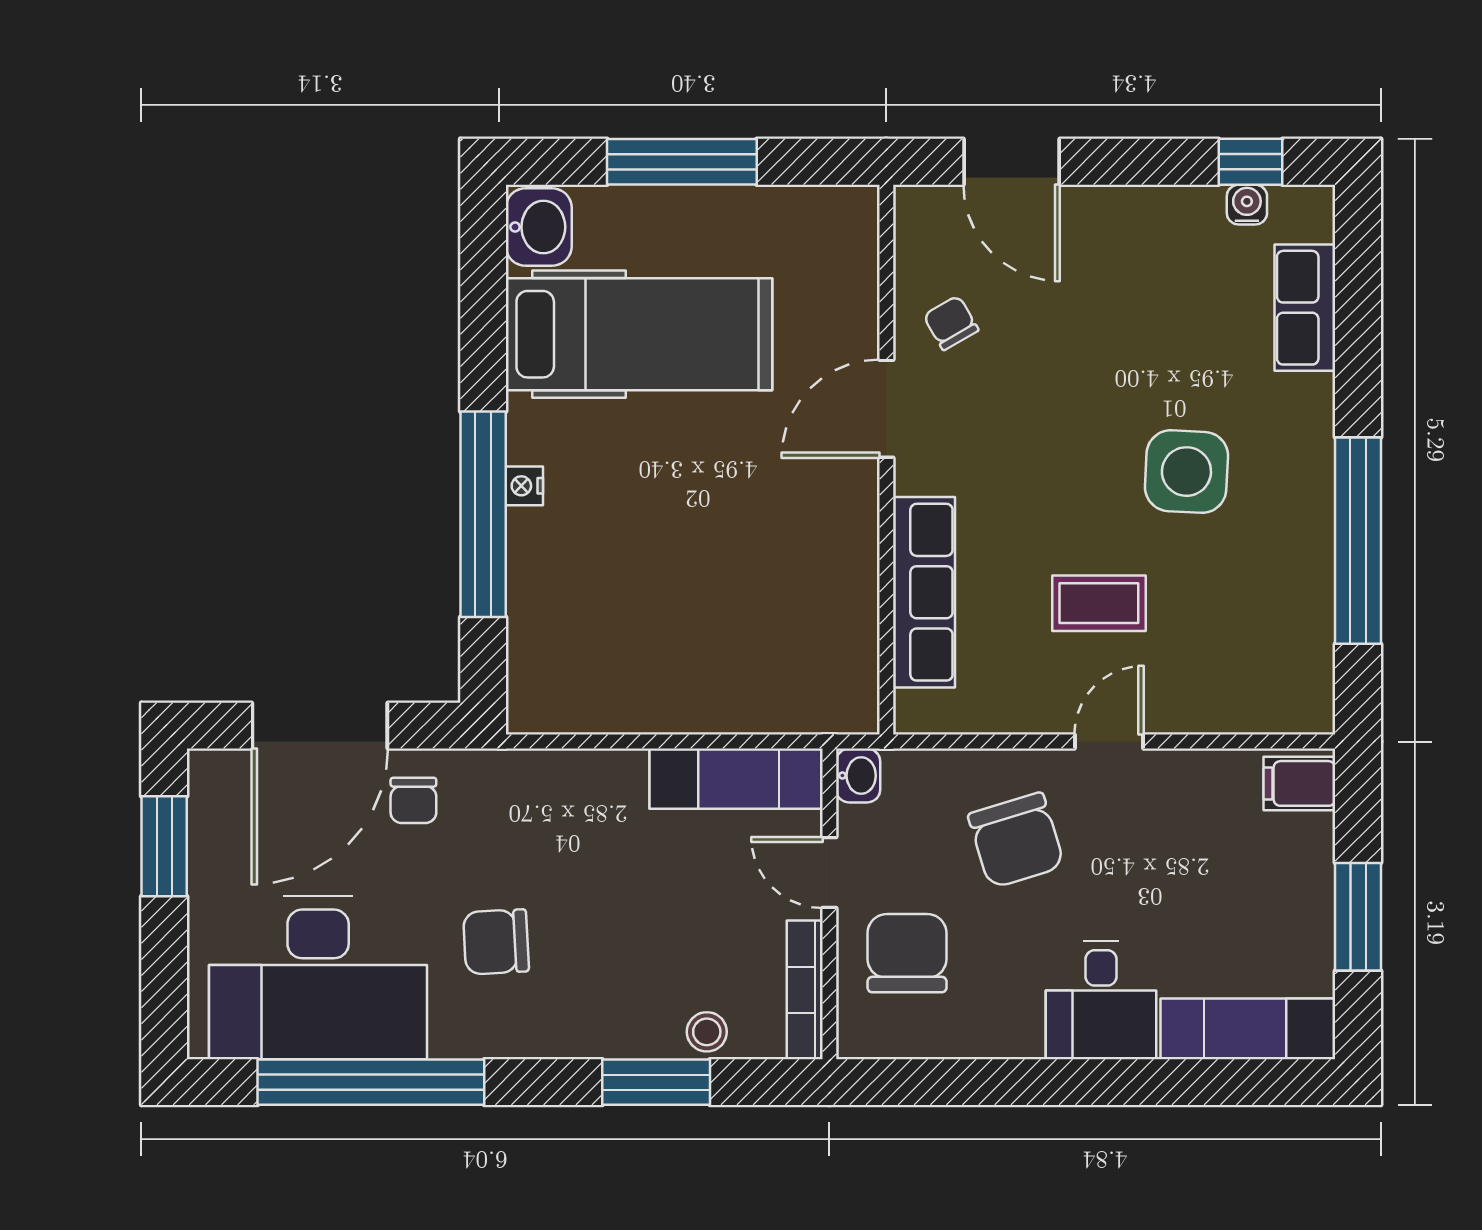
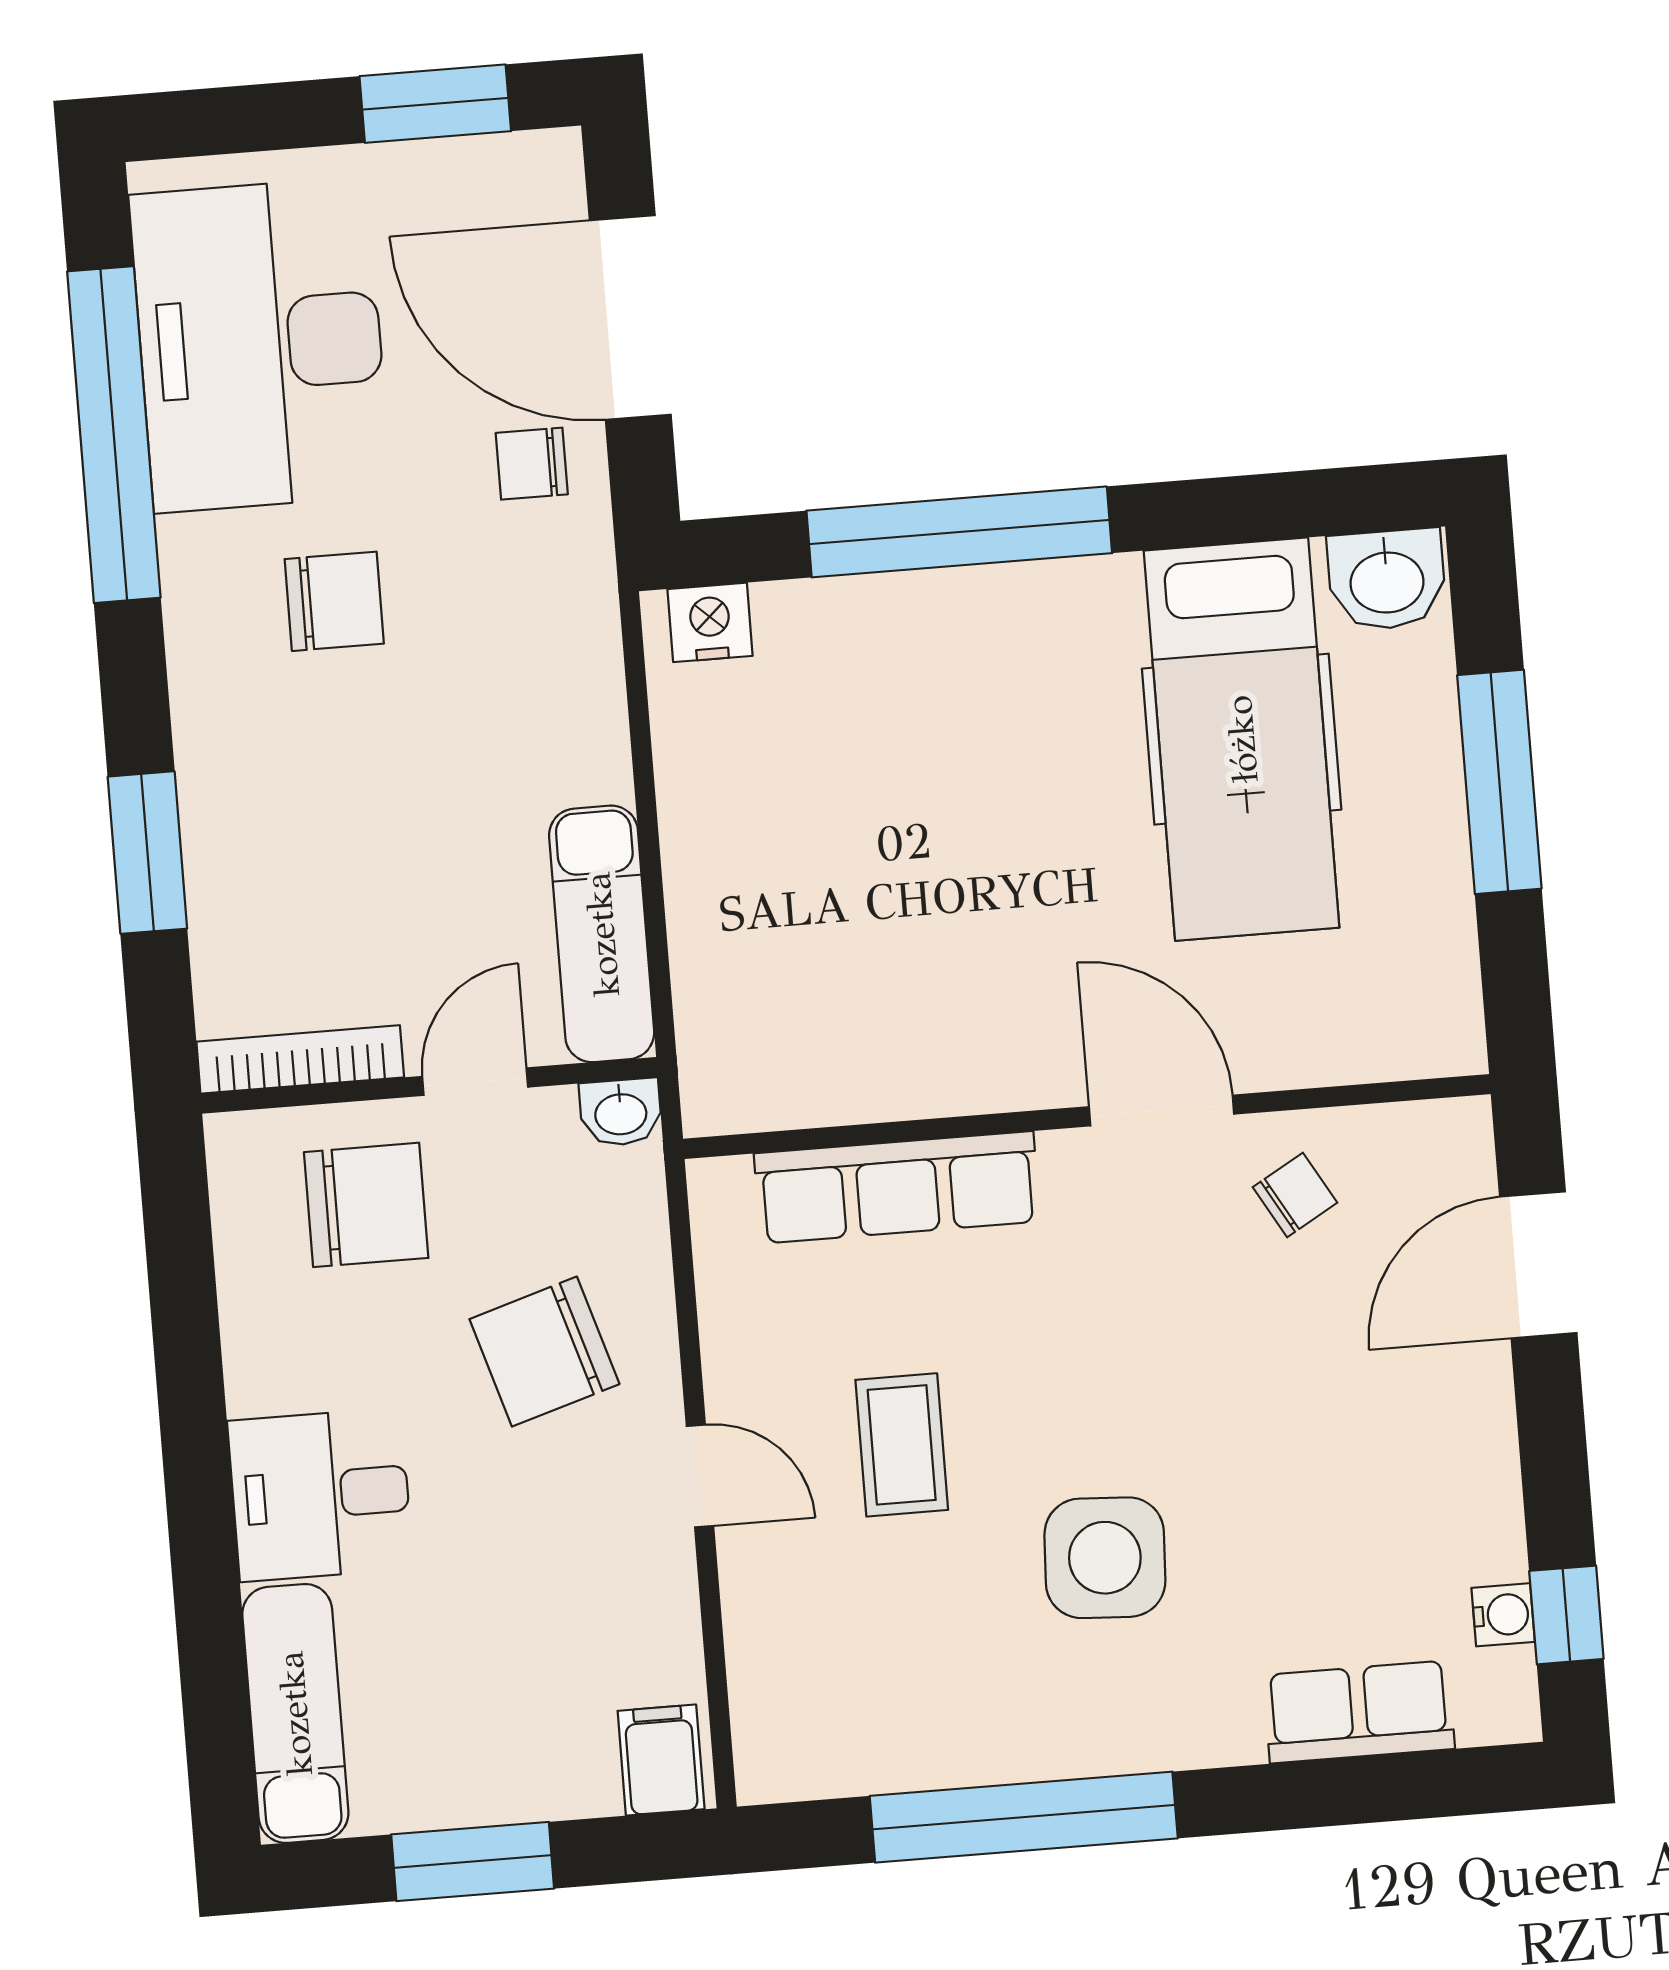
nightstand: (524, 486) -> (710, 622), moved, width x1.39, depth x1.35
chair: (496, 942) -> (334, 601), turned 93
stool: (707, 1032) -> (227, 921), removed

